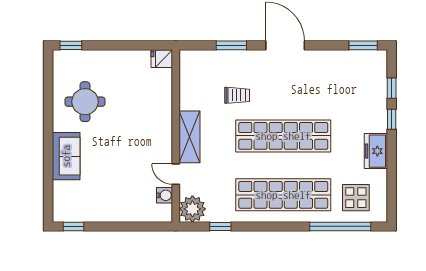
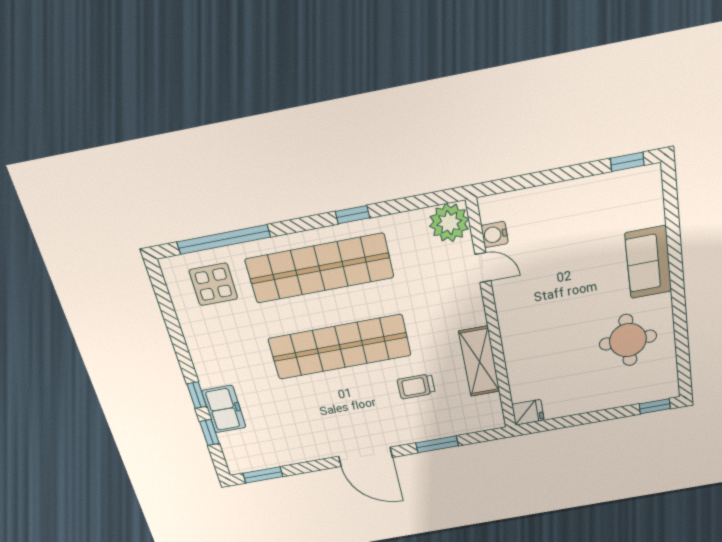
shelving: (190, 137) -> (479, 361), moved
freezer: (376, 151) -> (224, 409), moved
window: (220, 226) -> (352, 215), moved

